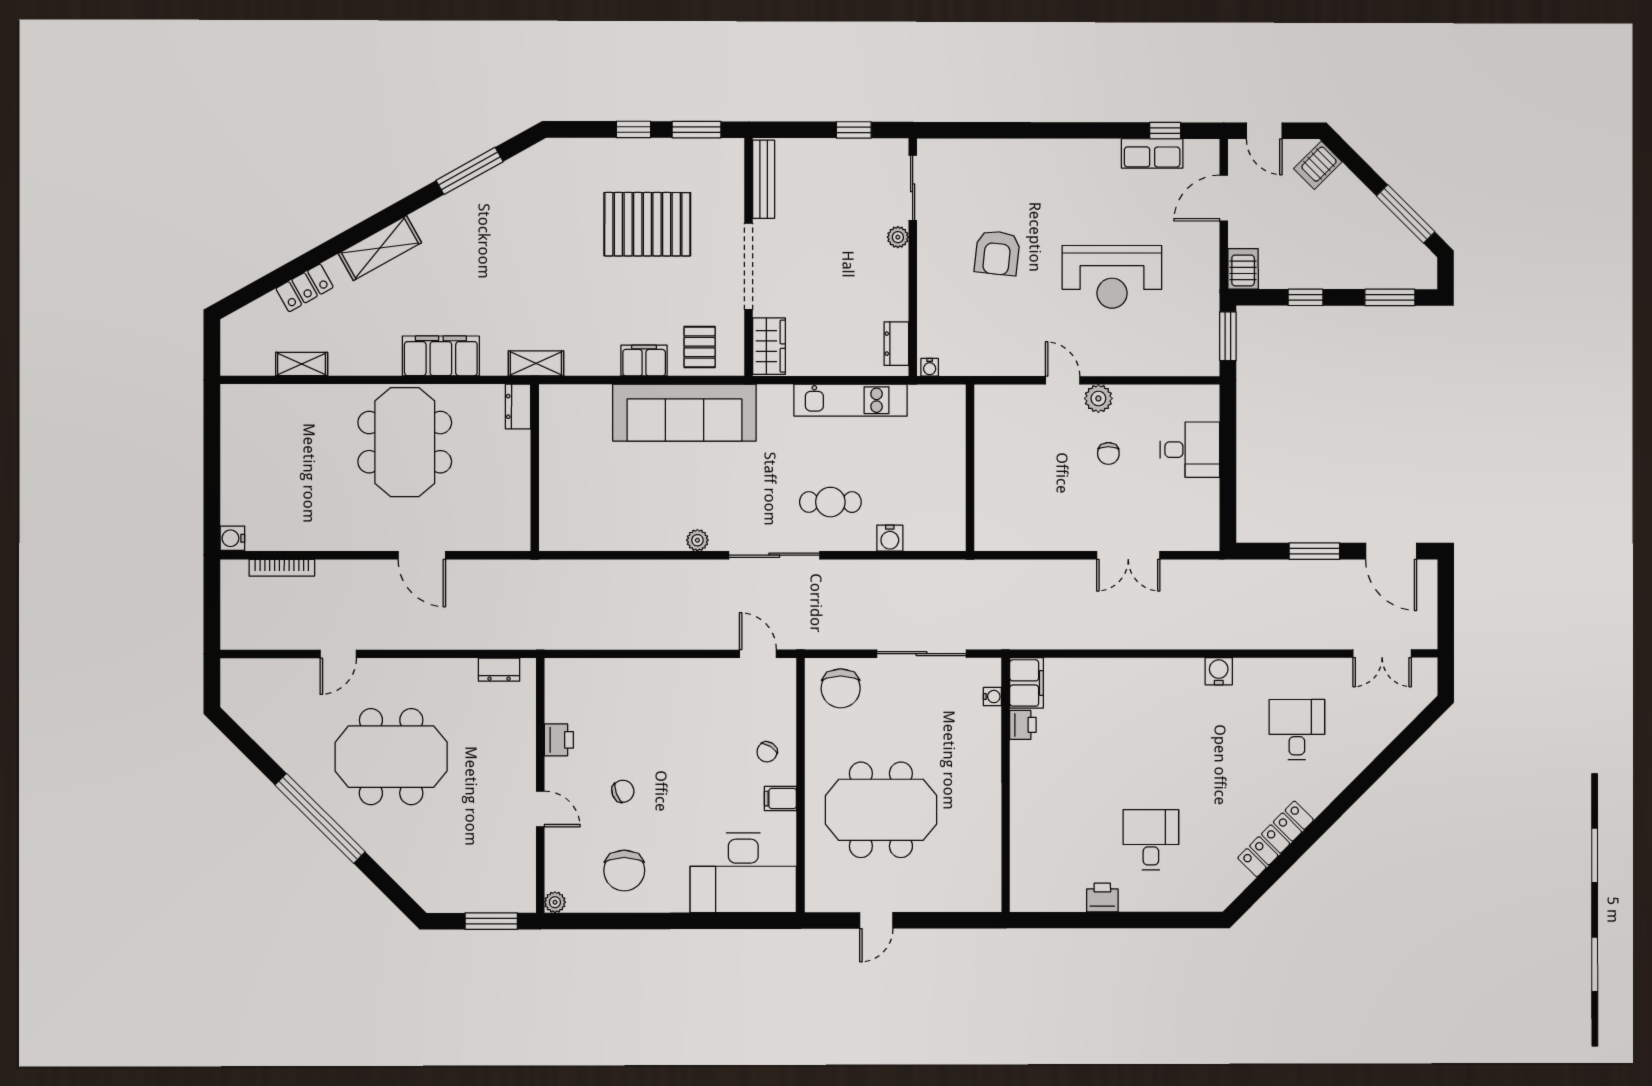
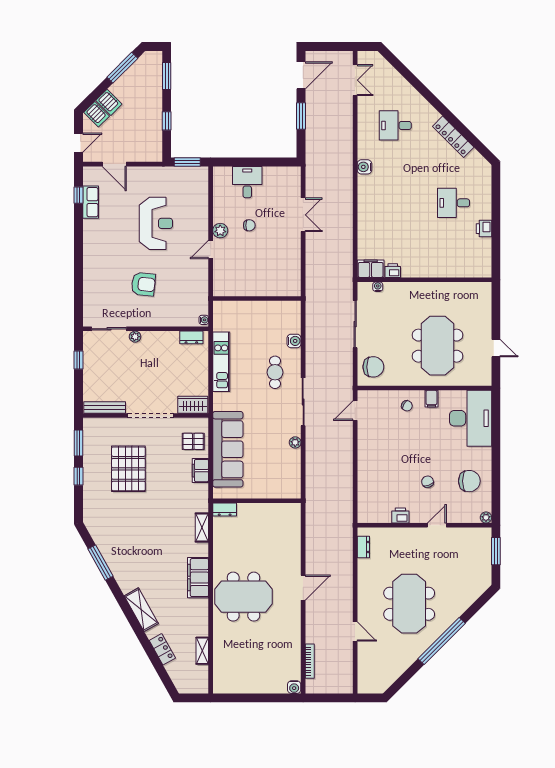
server rack: (1243, 269) -> (109, 102), moved, turned -135
dresser: (518, 406) -> (225, 510), moved
wall: (535, 468) -> (257, 501), moved

